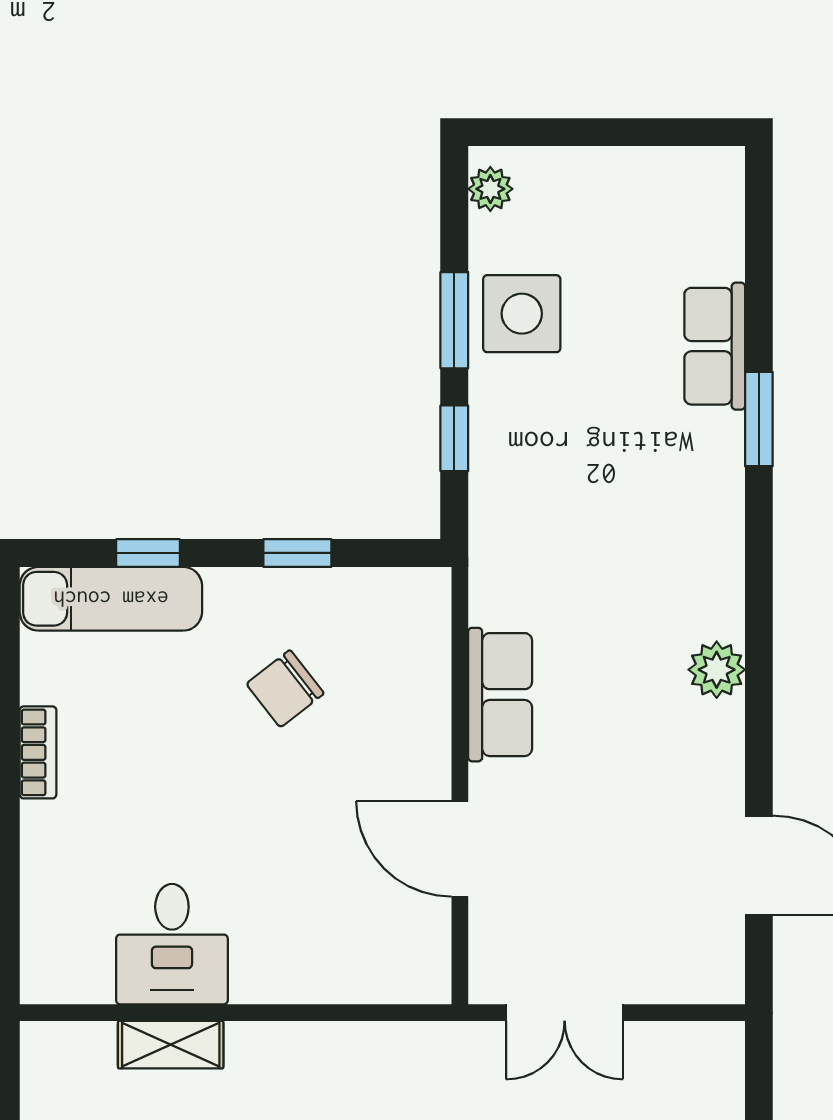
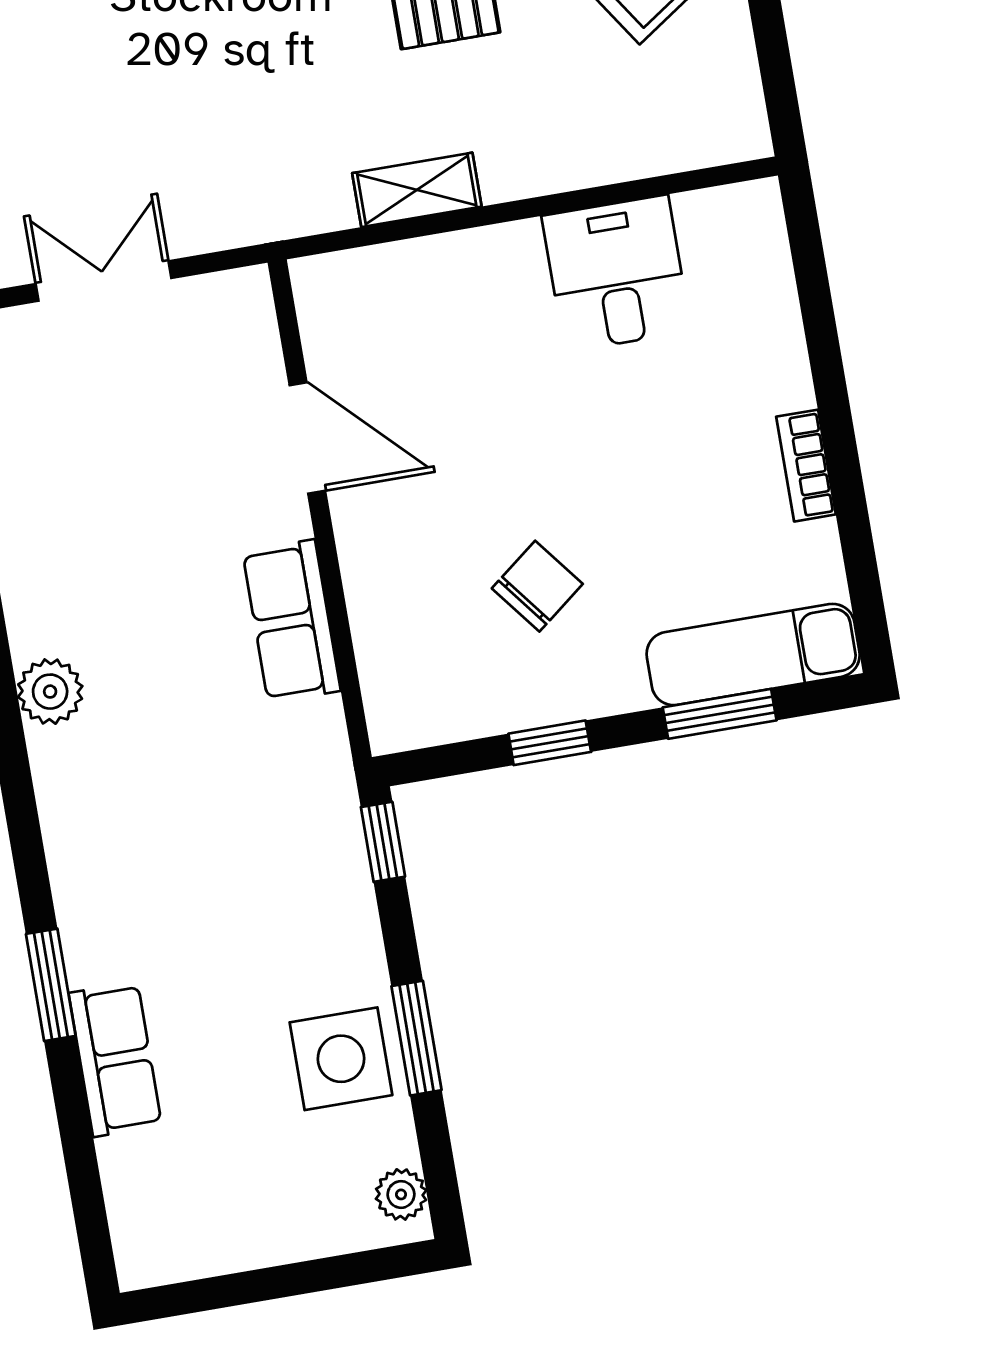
window: (454, 438) -> (383, 842), moved
window: (148, 553) -> (720, 714), width x1.50
double door: (565, 1013) -> (103, 281), moved
shelving: (171, 1045) -> (417, 190), moved

